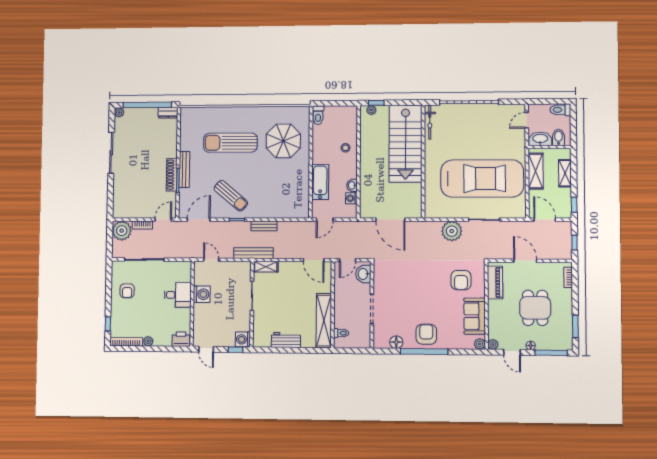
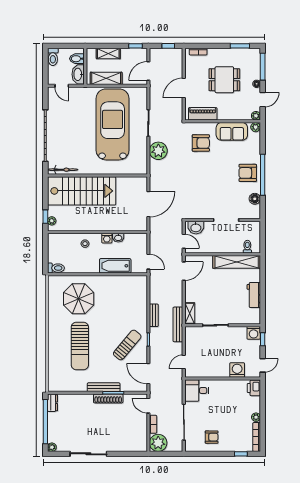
washing machine: (351, 198) -> (107, 238), moved
washing machine: (202, 294) -> (237, 370), moved
desk: (178, 295) -> (197, 391), moved, turned -90

